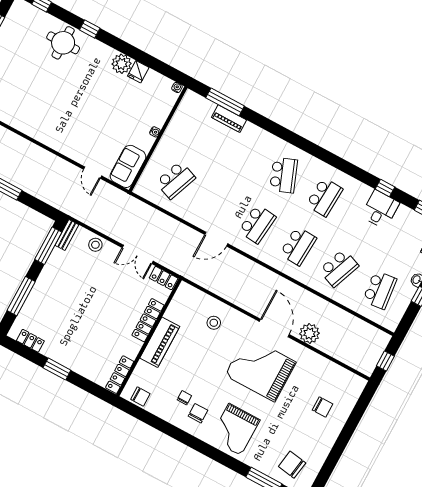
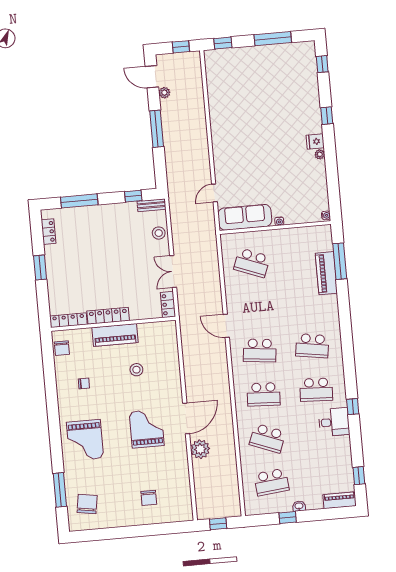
round table: (63, 43) -> (302, 102), removed
plant: (122, 64) -> (320, 154), width x0.53, depth x0.53
fridge: (138, 72) -> (315, 142), moved
piano: (229, 119) -> (326, 273), width x1.37, depth x1.33
sofa: (128, 166) -> (245, 217), width x1.36
school desk: (284, 175) -> (312, 346), turned 30
window: (385, 188) -> (353, 407), moved
desk: (380, 209) -> (334, 422), moved
window: (48, 246) -> (133, 196), width x0.46
locker: (148, 320) -> (108, 316), moved
stool: (214, 323) -> (136, 370), moved
grand piano: (260, 369) -> (147, 429), width x0.73, depth x0.68
chair: (198, 413) -> (79, 402), removed
grand piano: (235, 429) -> (85, 440), turned -90

